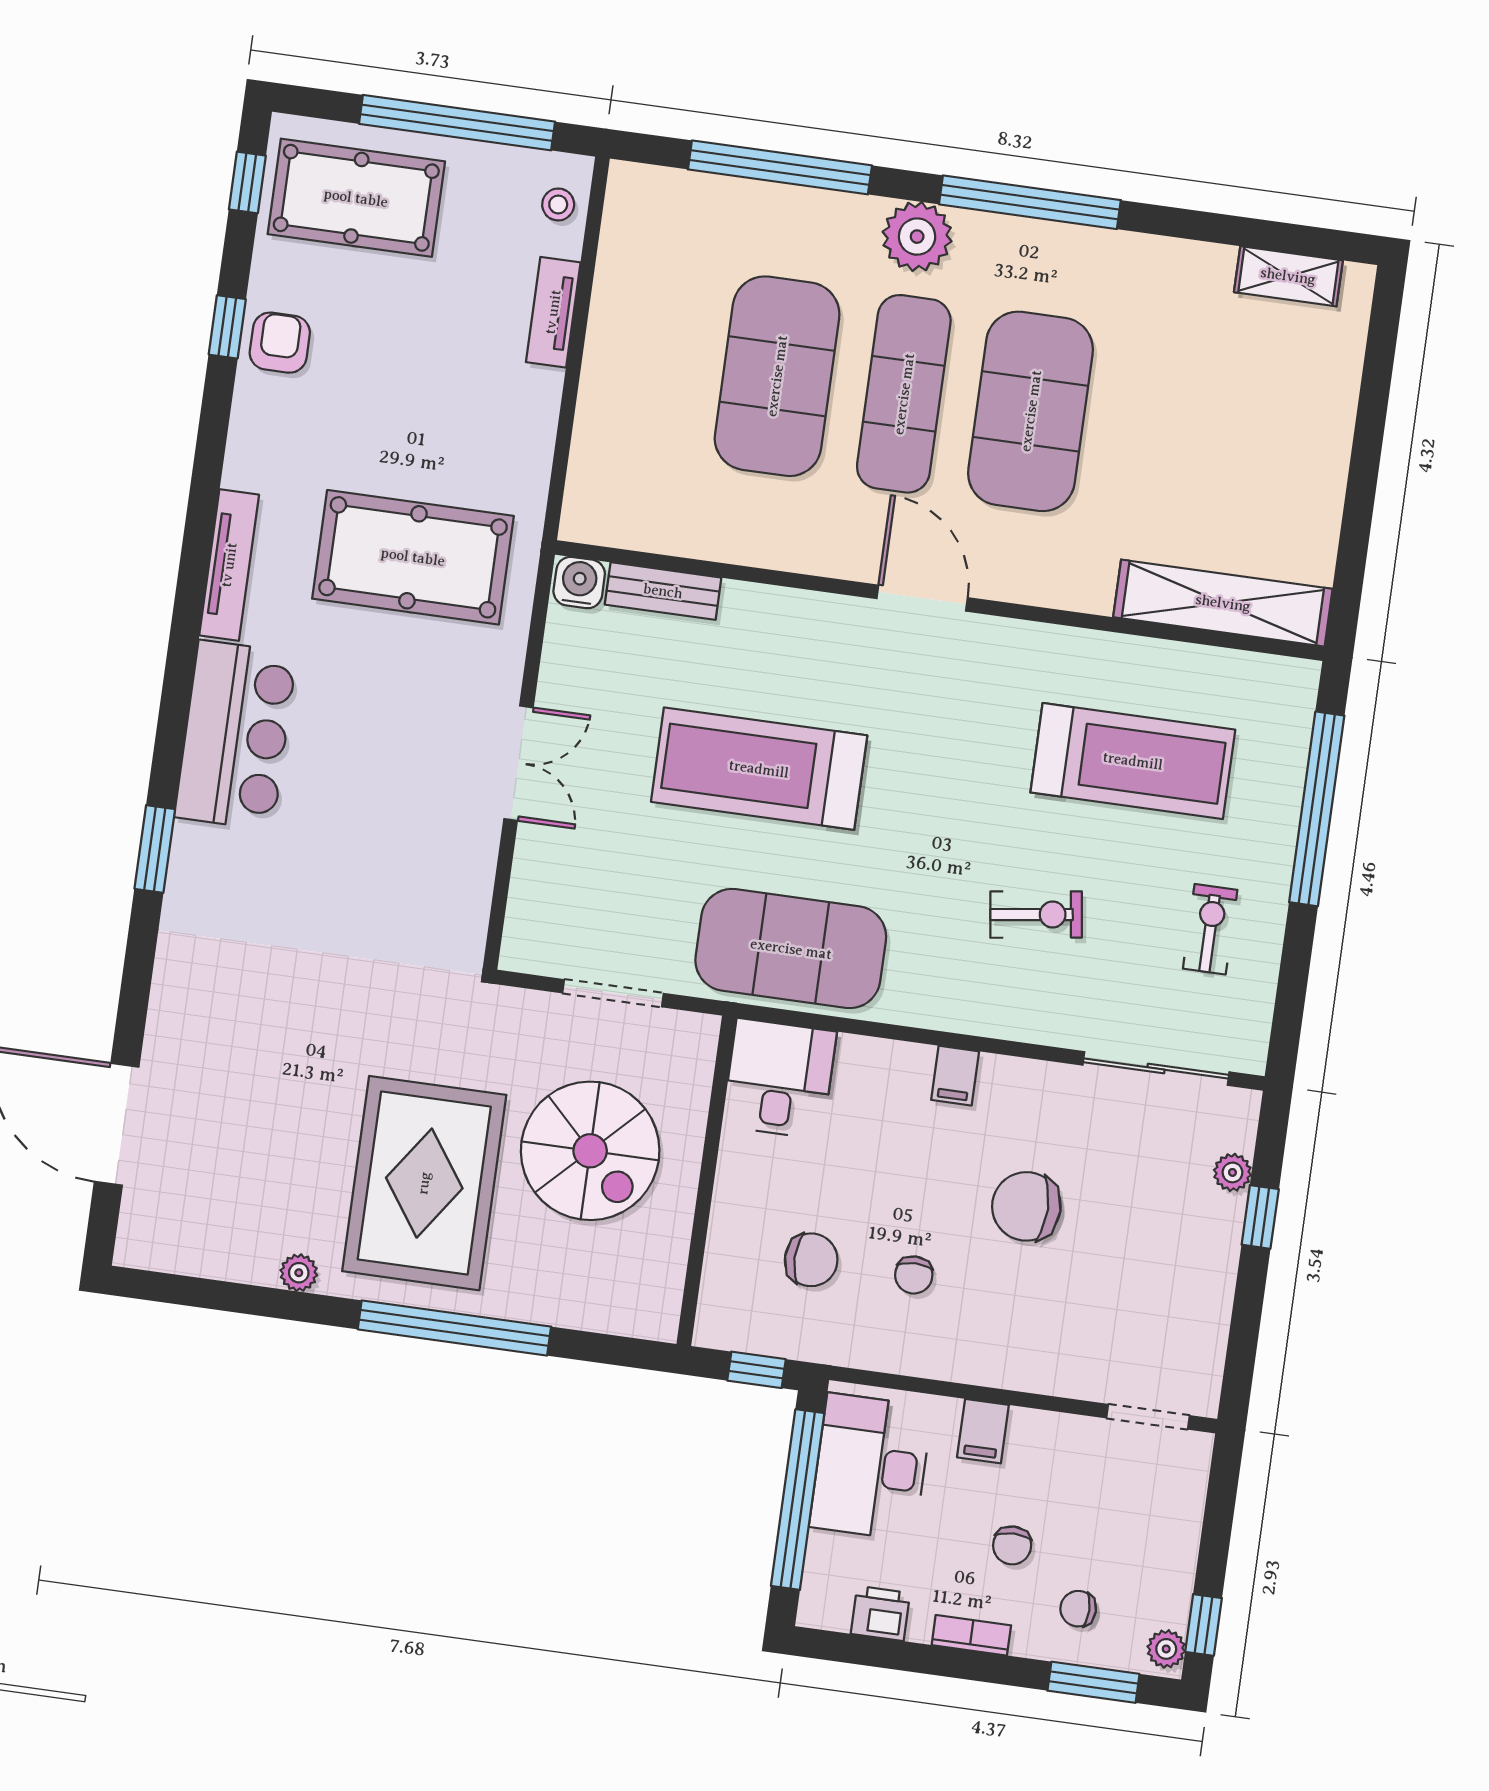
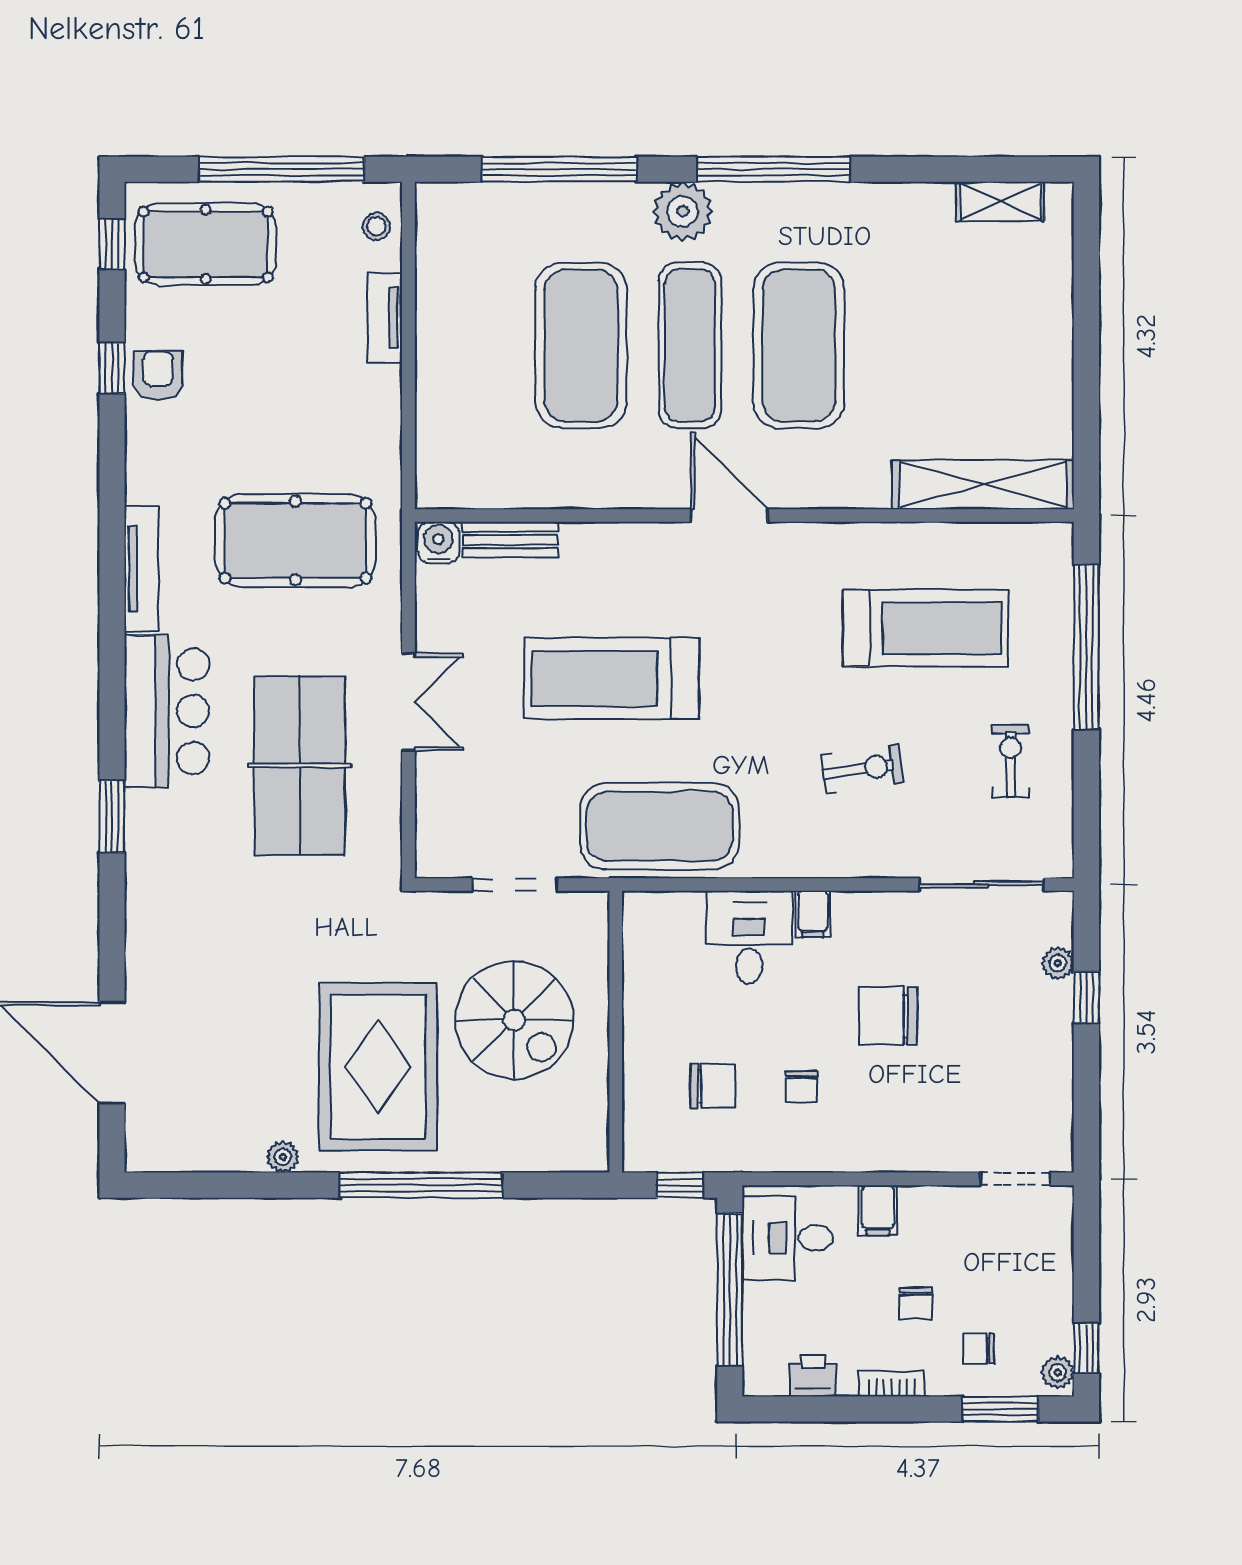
table tennis table: (381, 820) -> (300, 766), added
desk: (779, 1079) -> (749, 937), moved
desk: (871, 1467) -> (788, 1238), width x0.73

